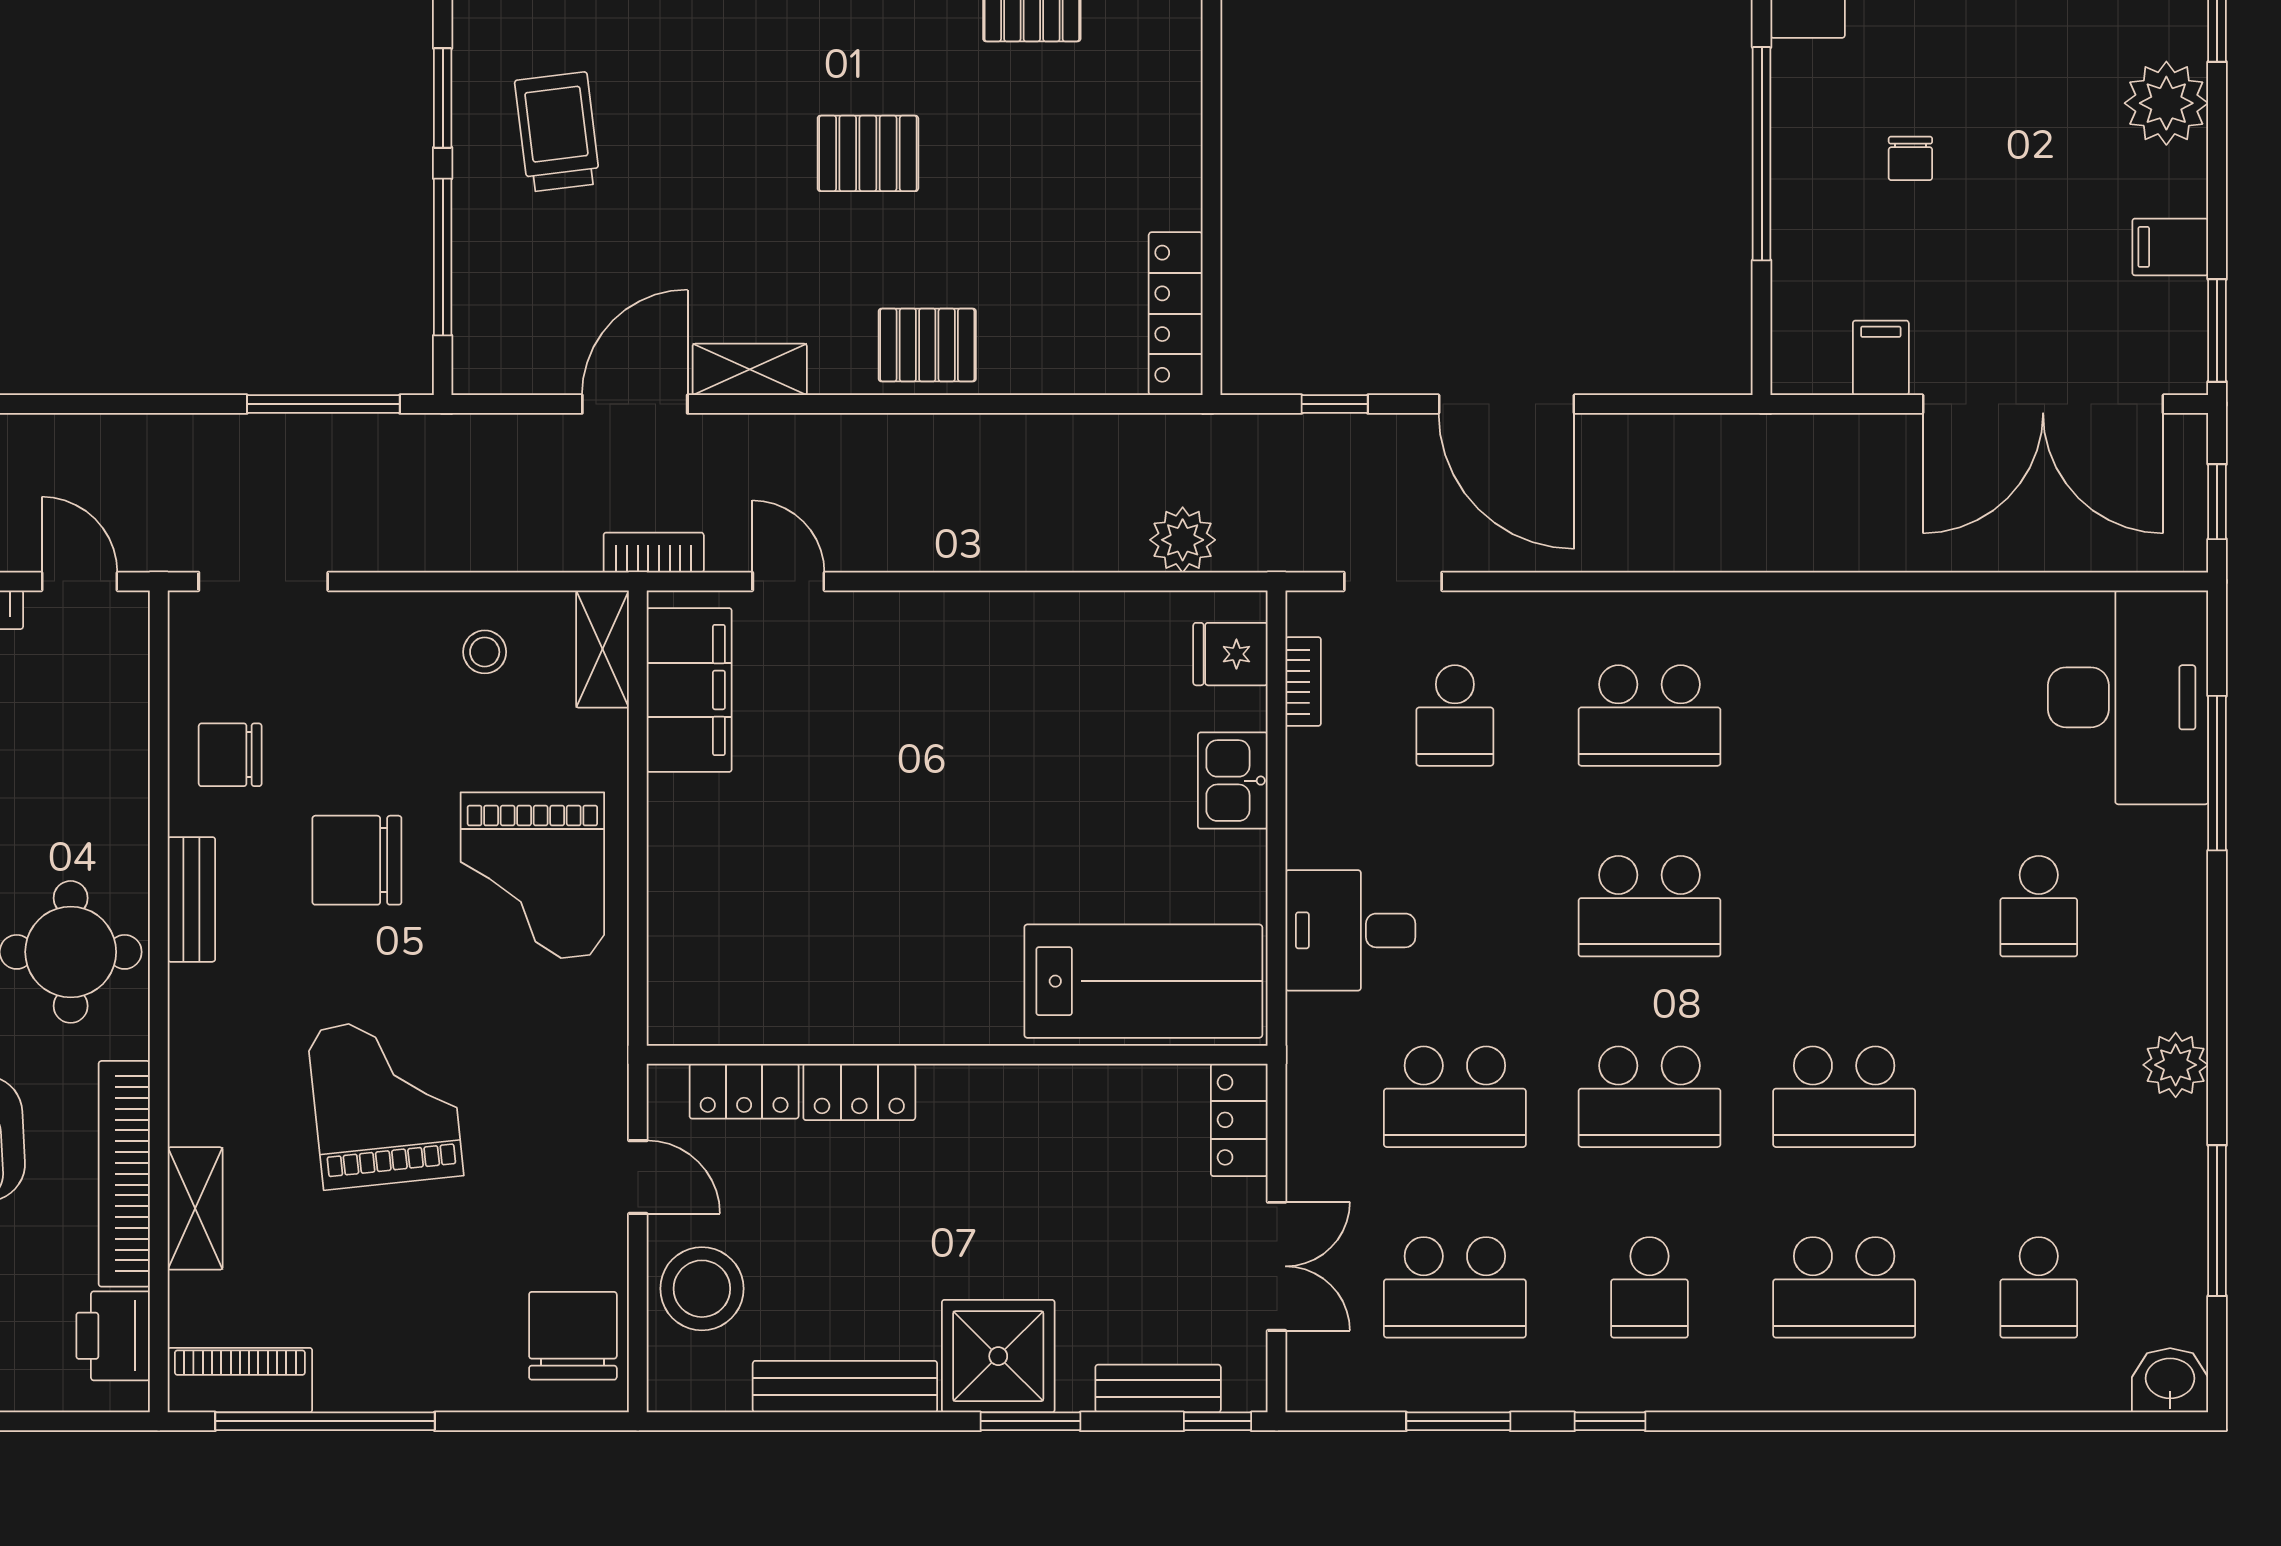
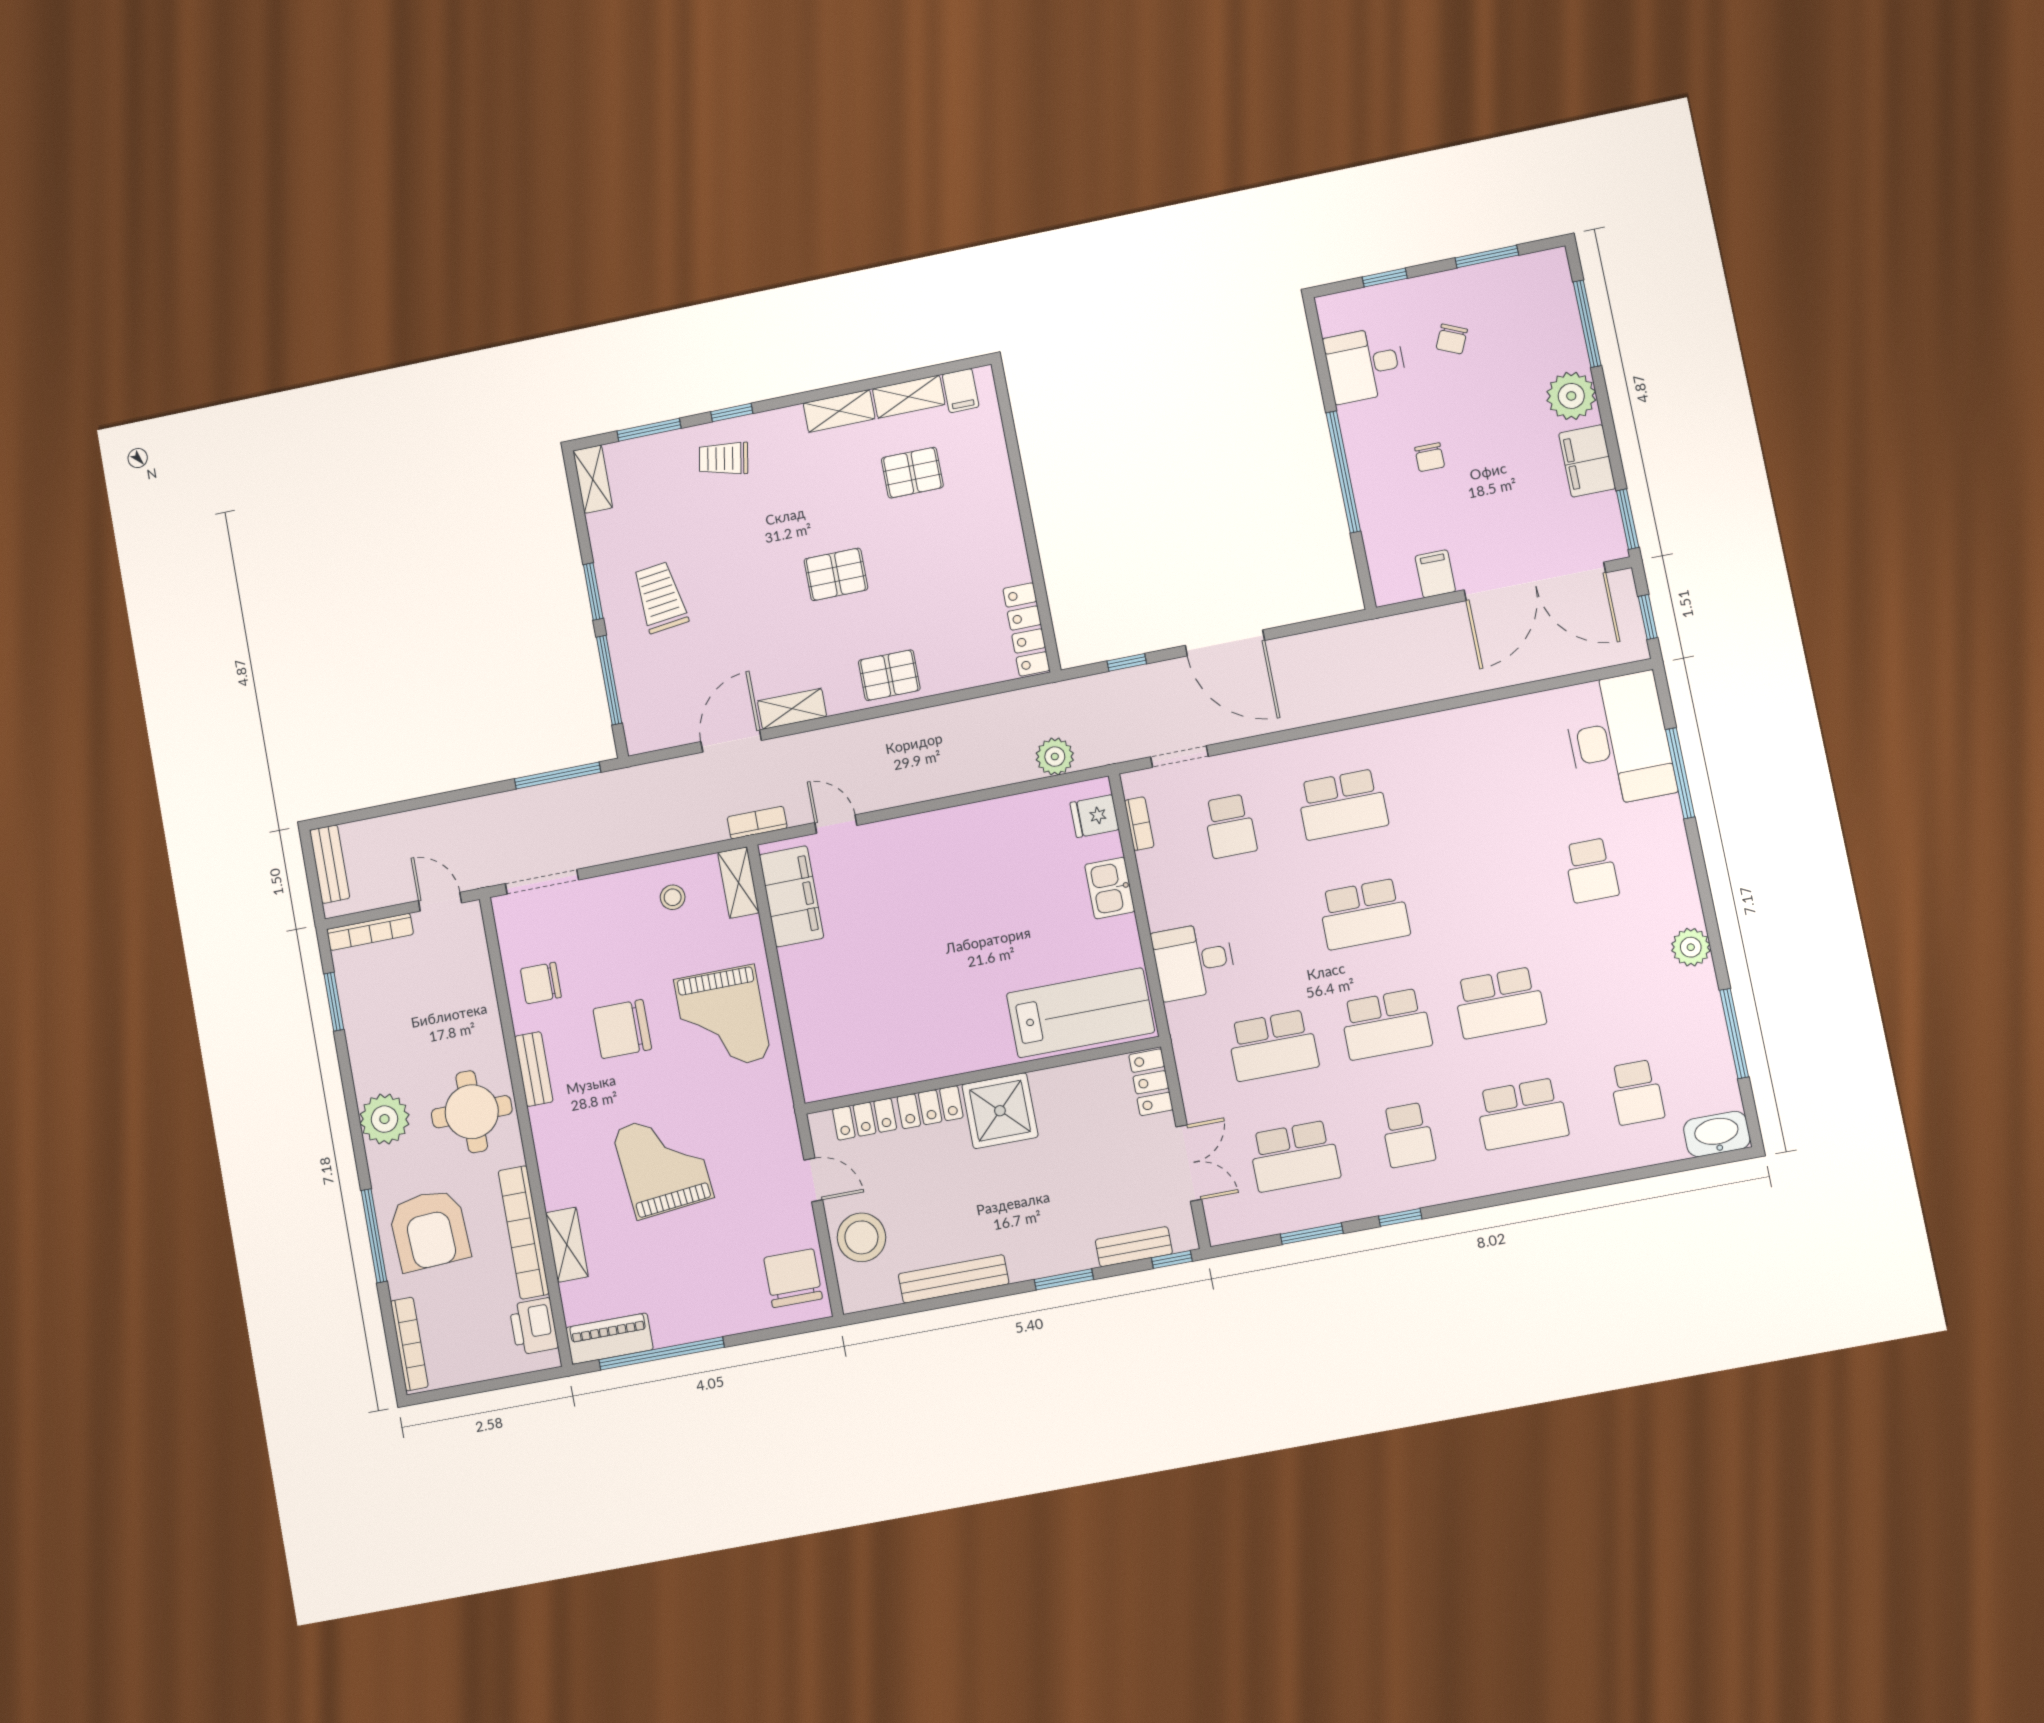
filing cabinet: (2170, 247) -> (1587, 461), width x2.00
shower: (998, 1356) -> (1000, 1111), moved
washbasin: (2170, 1380) -> (1717, 1134), width x1.38

